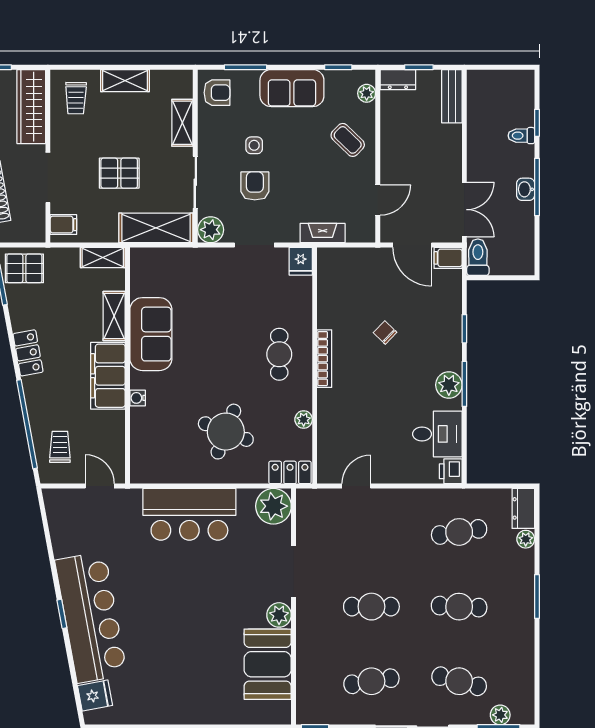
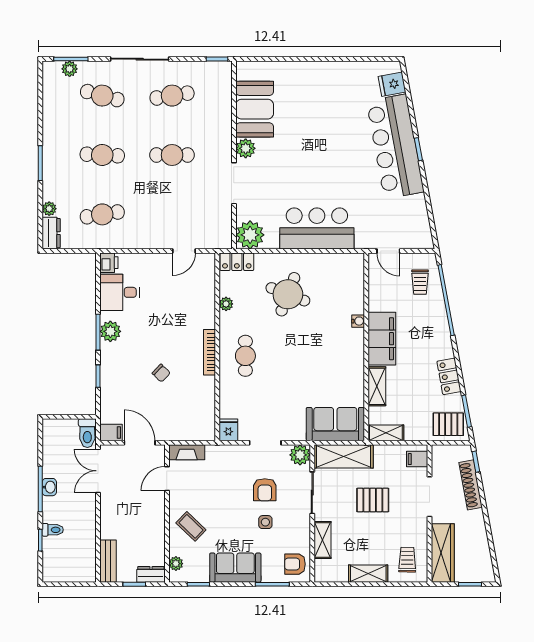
fireplace: (323, 233) -> (187, 452), moved
sofa: (151, 334) -> (335, 424), moved, turned 90
locker: (28, 353) -> (449, 376), moved

